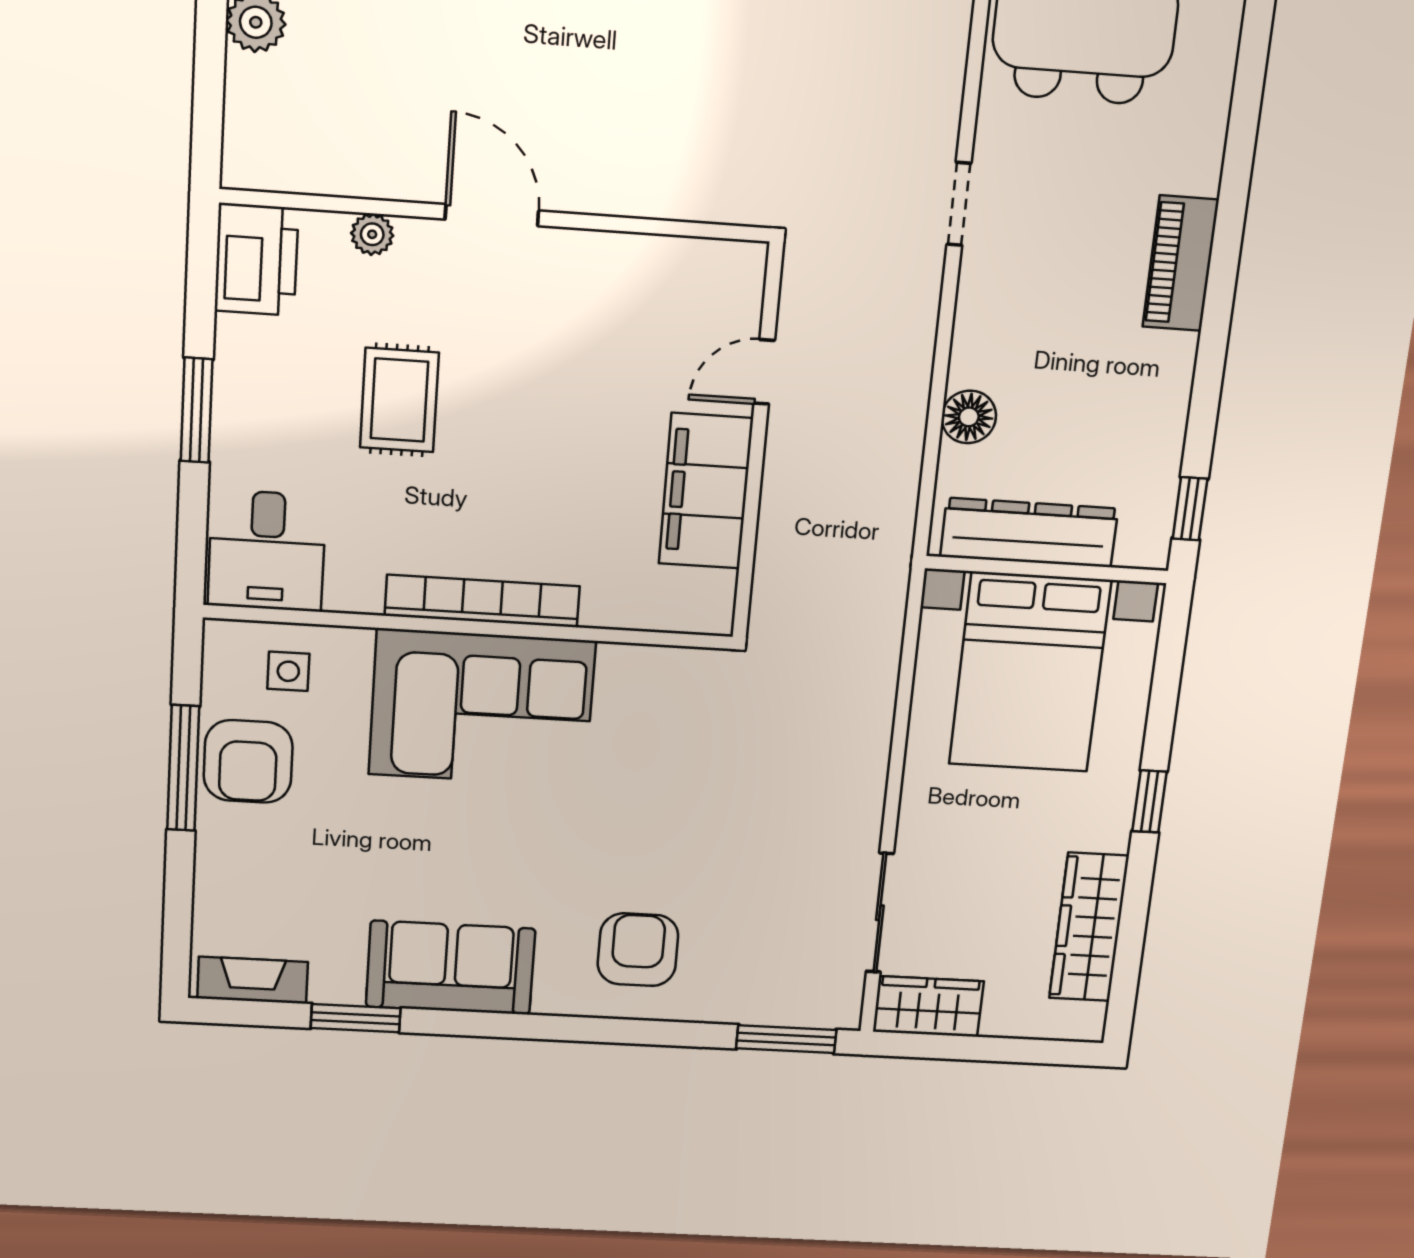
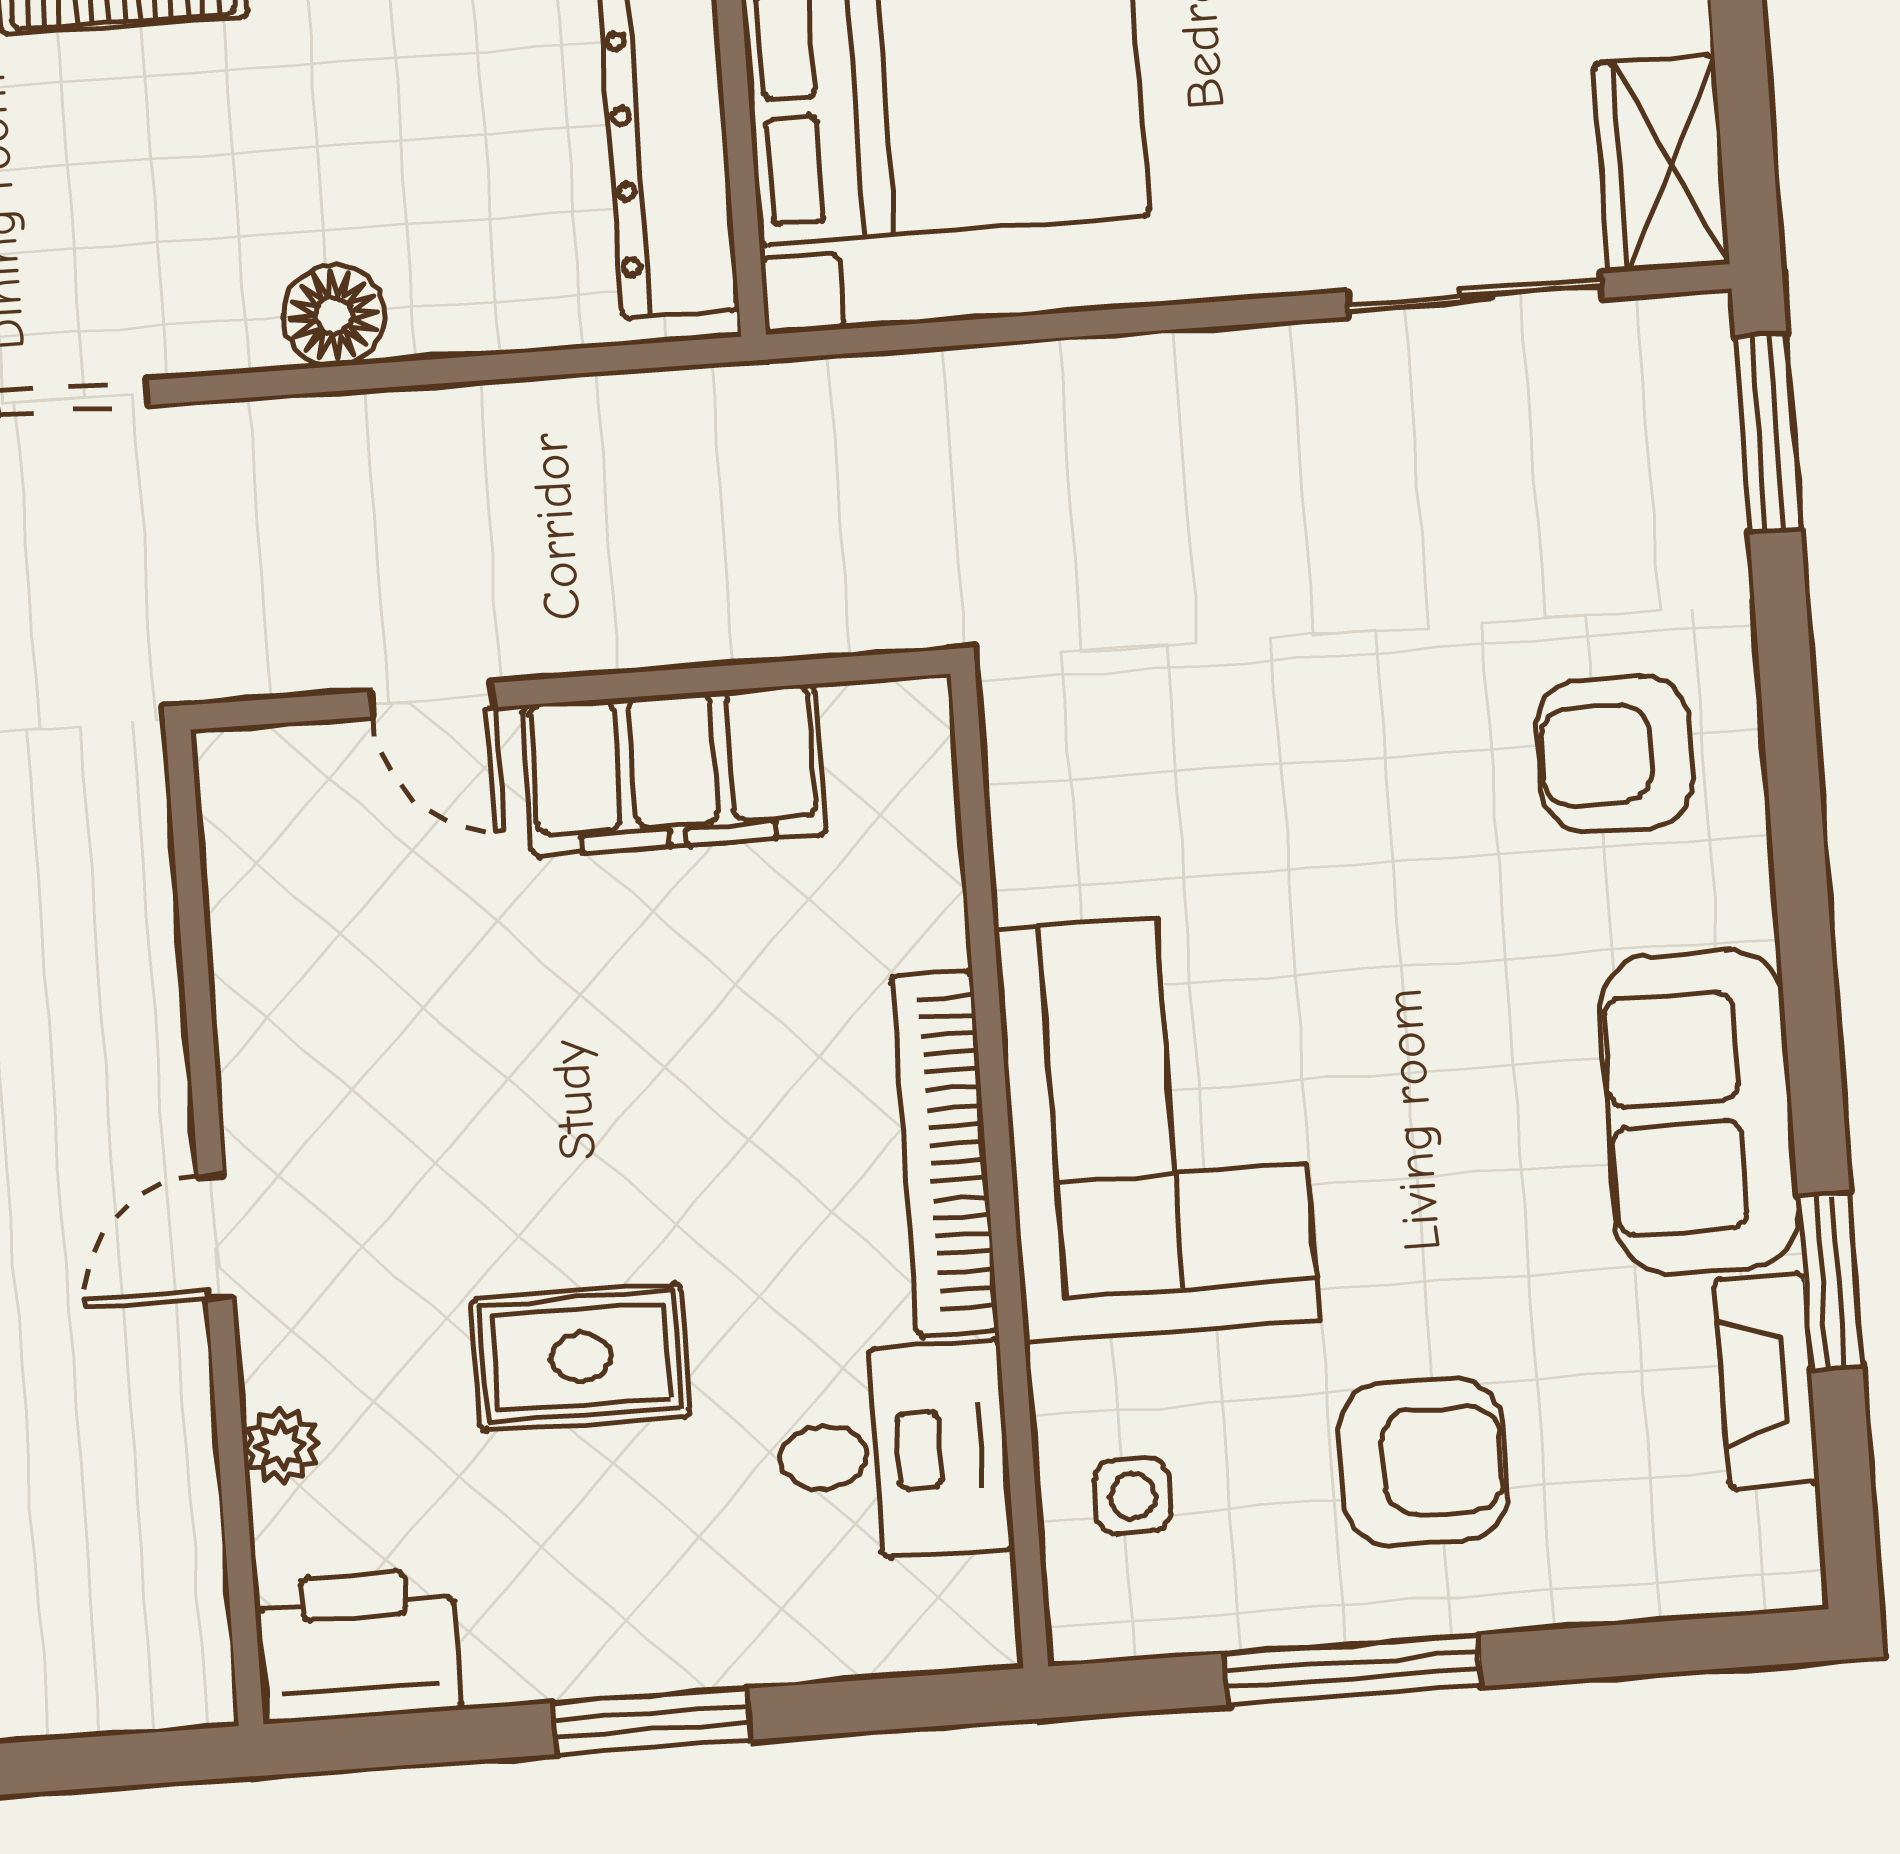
door: (492, 215) -> (215, 1237), width x0.73
floor lamp: (969, 417) -> (334, 316), moved
desk: (267, 551) -> (894, 1452), moved
armchair: (248, 761) -> (1423, 1462), moved
fireplace: (253, 980) -> (1767, 1381), moved

